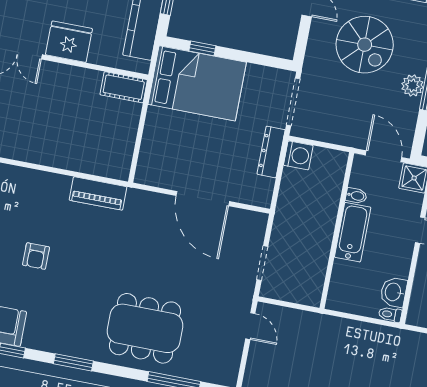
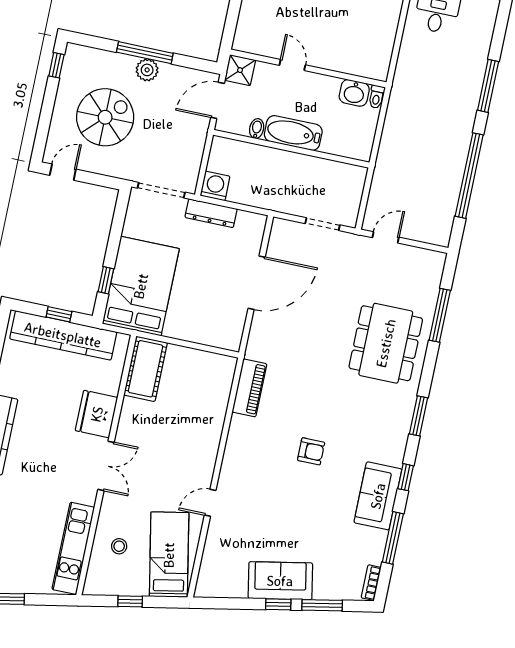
cot: (124, 87) -> (146, 369), width x1.37, depth x1.34

